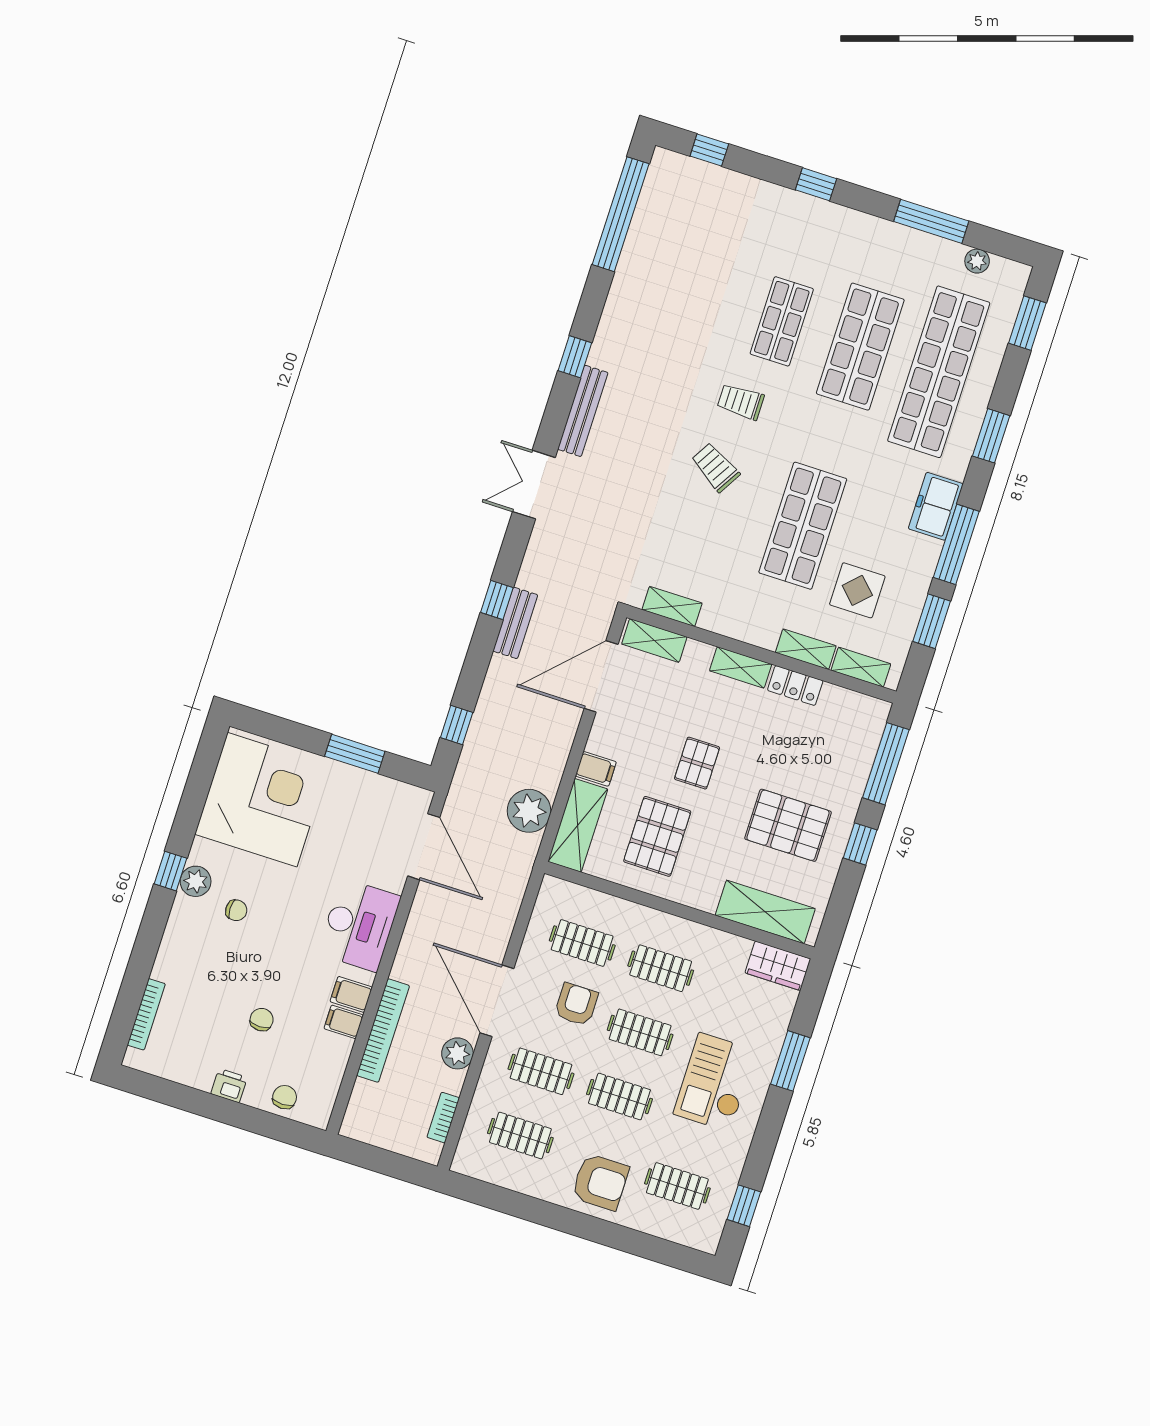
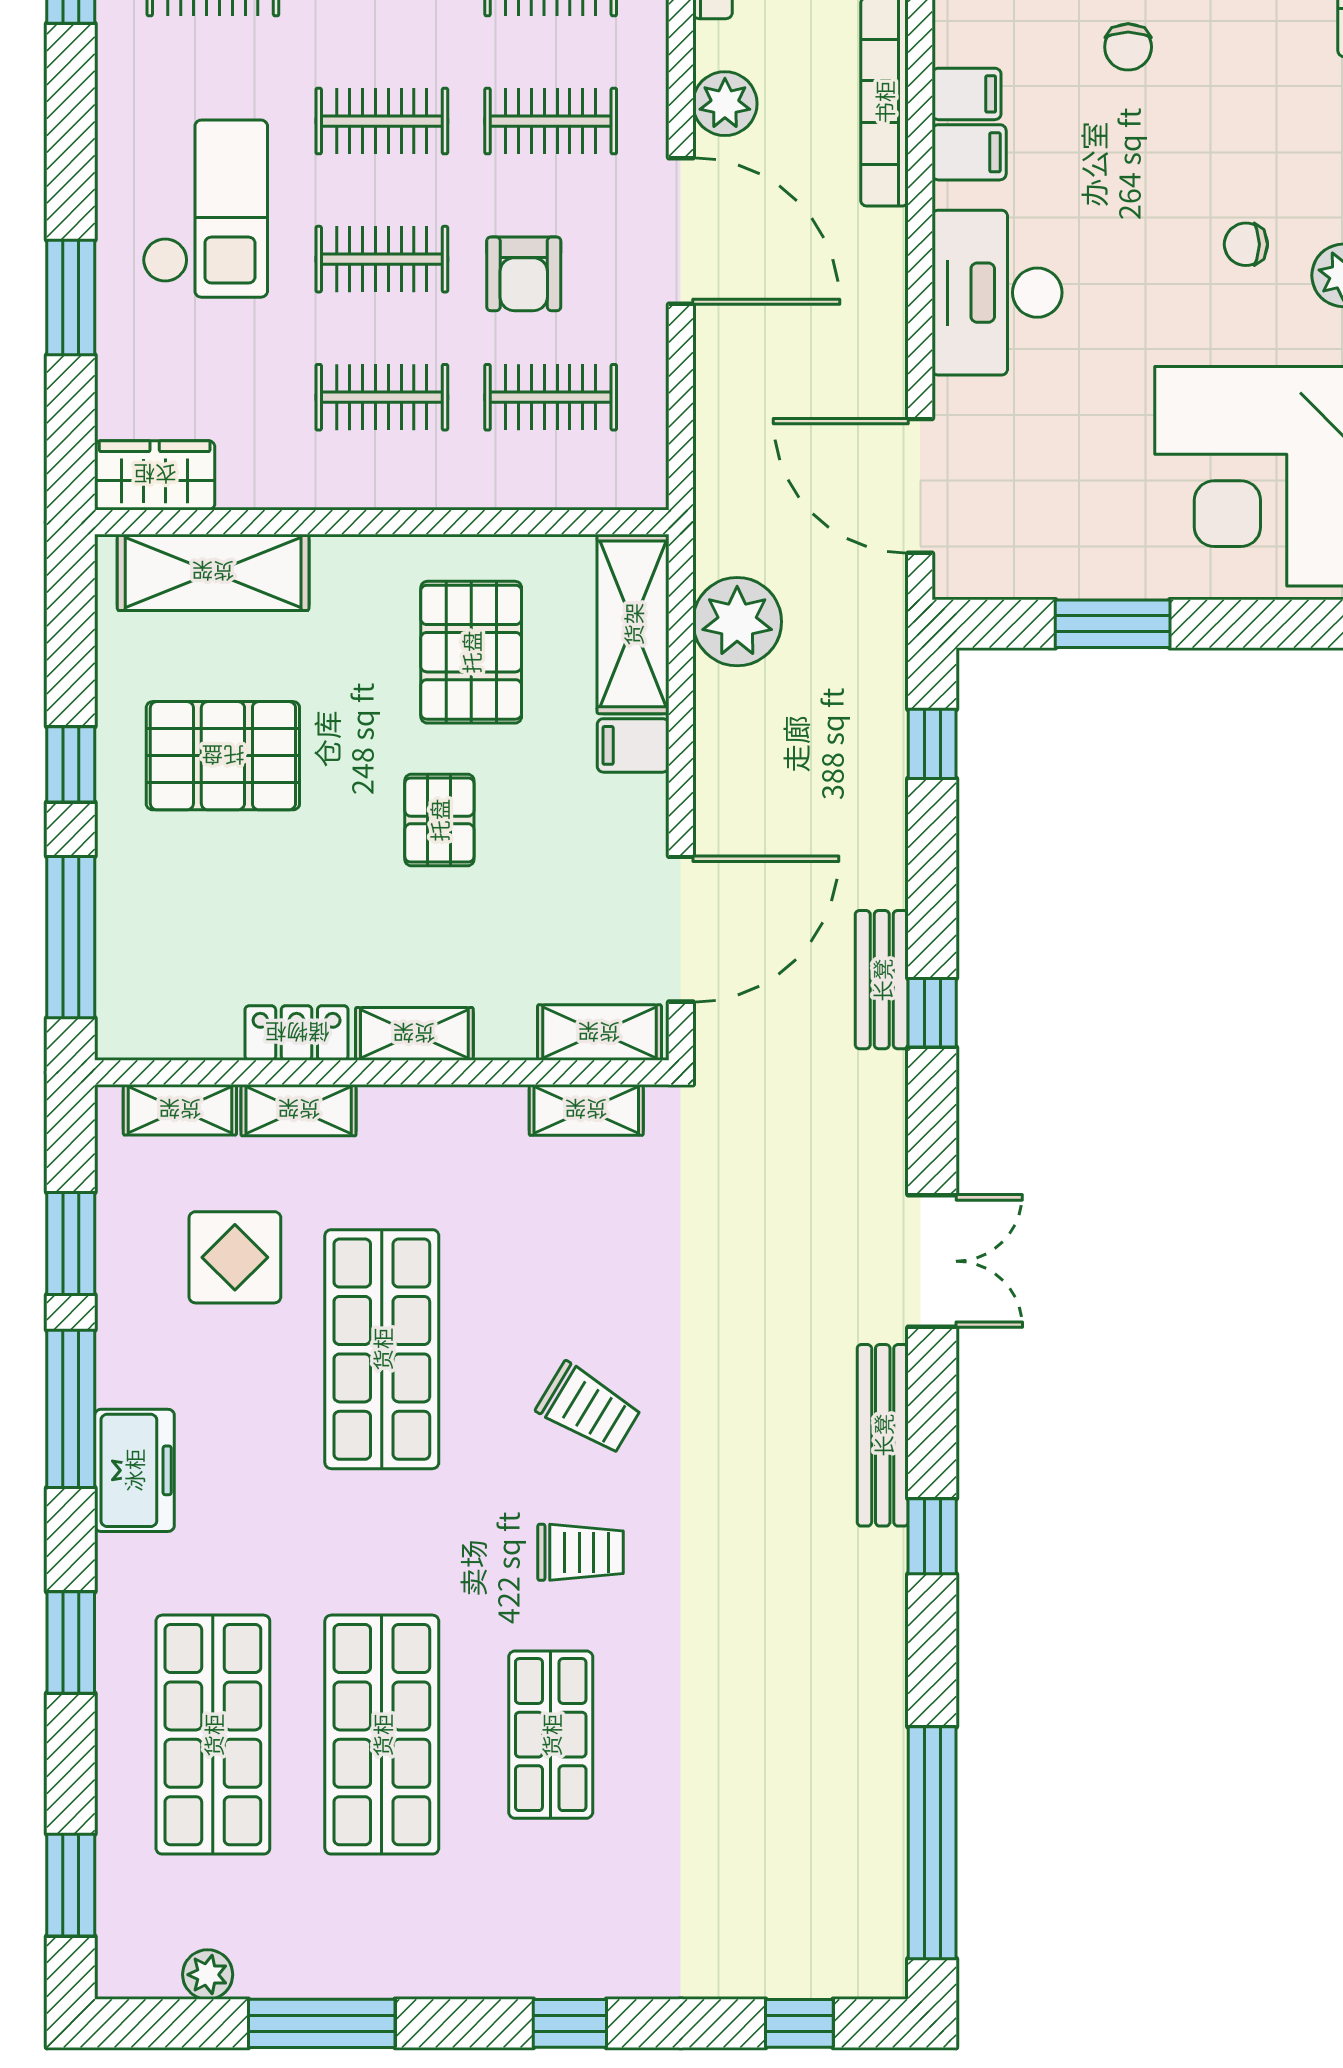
shop shelf: (939, 372) -> (213, 1735), width x0.71

